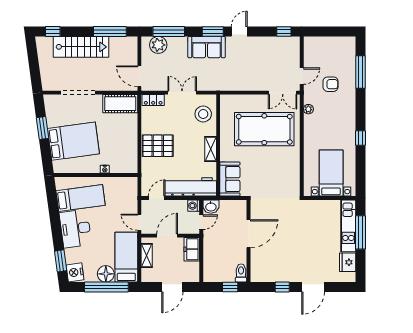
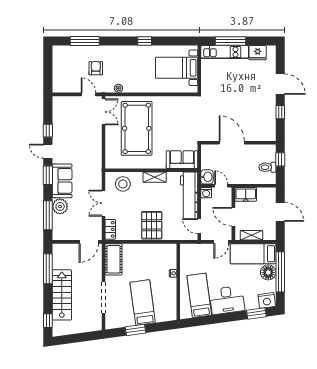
window: (284, 31) -> (48, 131), moved
plant: (158, 45) -> (60, 206), moved
bed: (73, 141) -> (143, 302), width x0.67
toilet: (241, 273) -> (267, 167), moved

